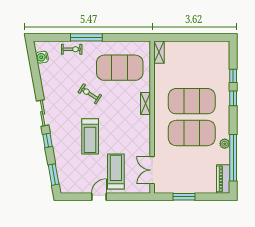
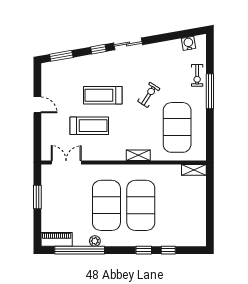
treadmill: (116, 171) -> (89, 126), moved

